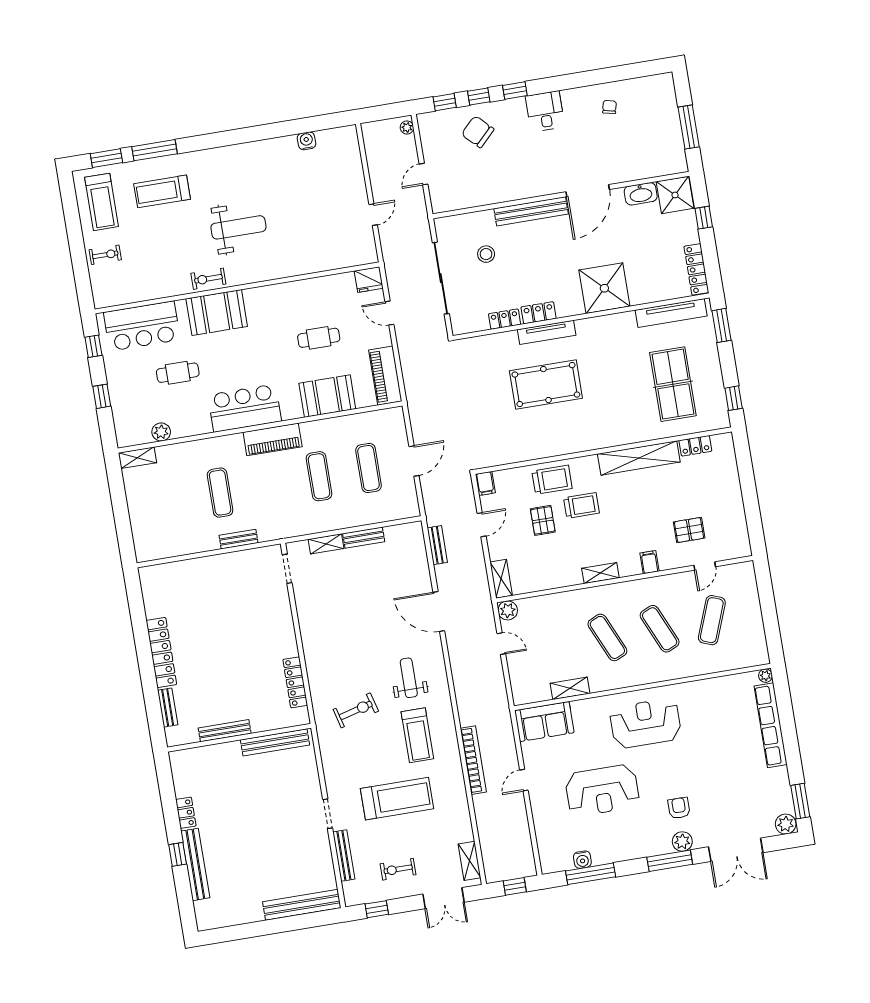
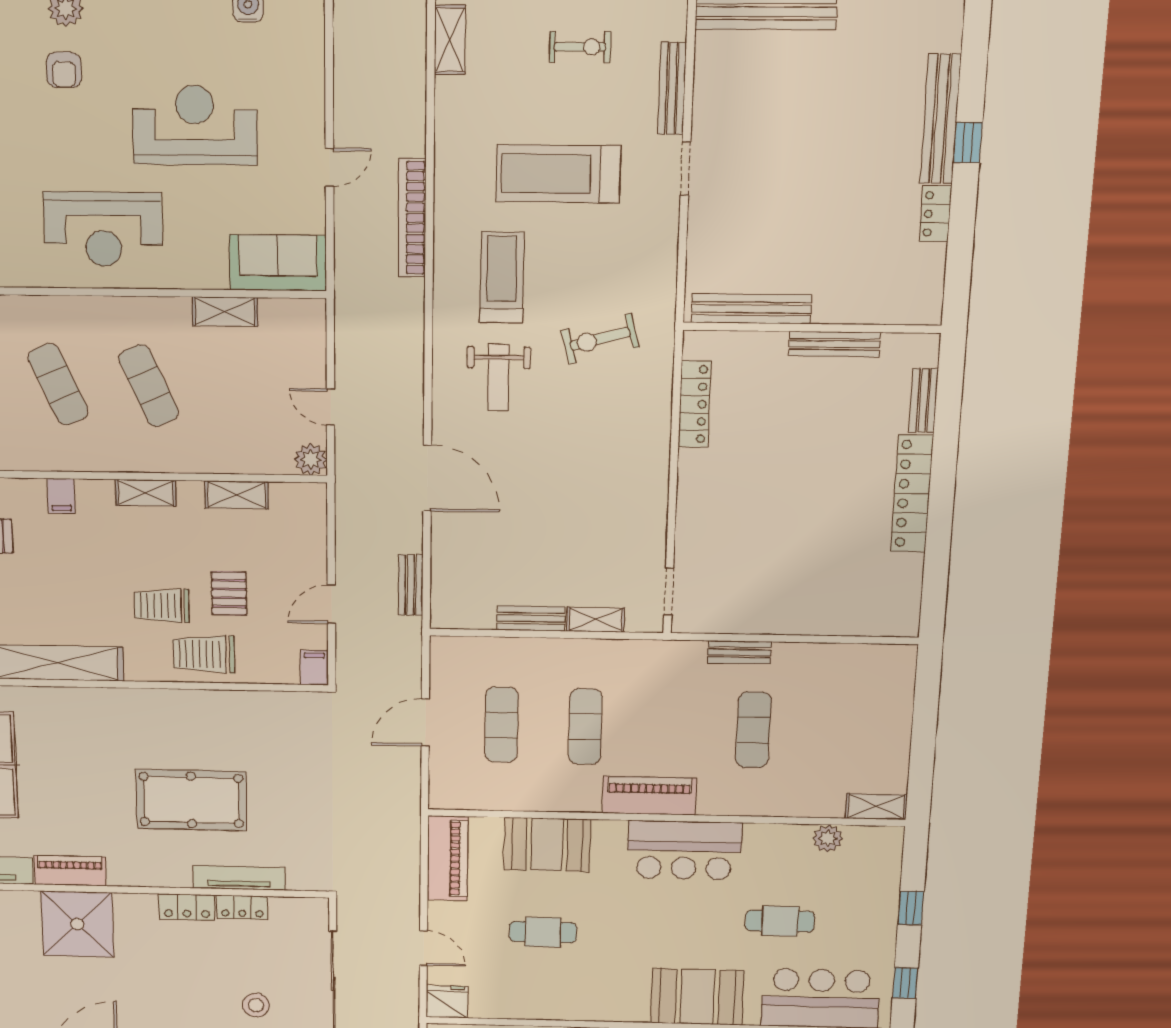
piano: (613, 324) -> (70, 871), added
tv unit: (547, 332) -> (239, 878), moved
shelving: (501, 579) -> (237, 495), moved, turned 90

